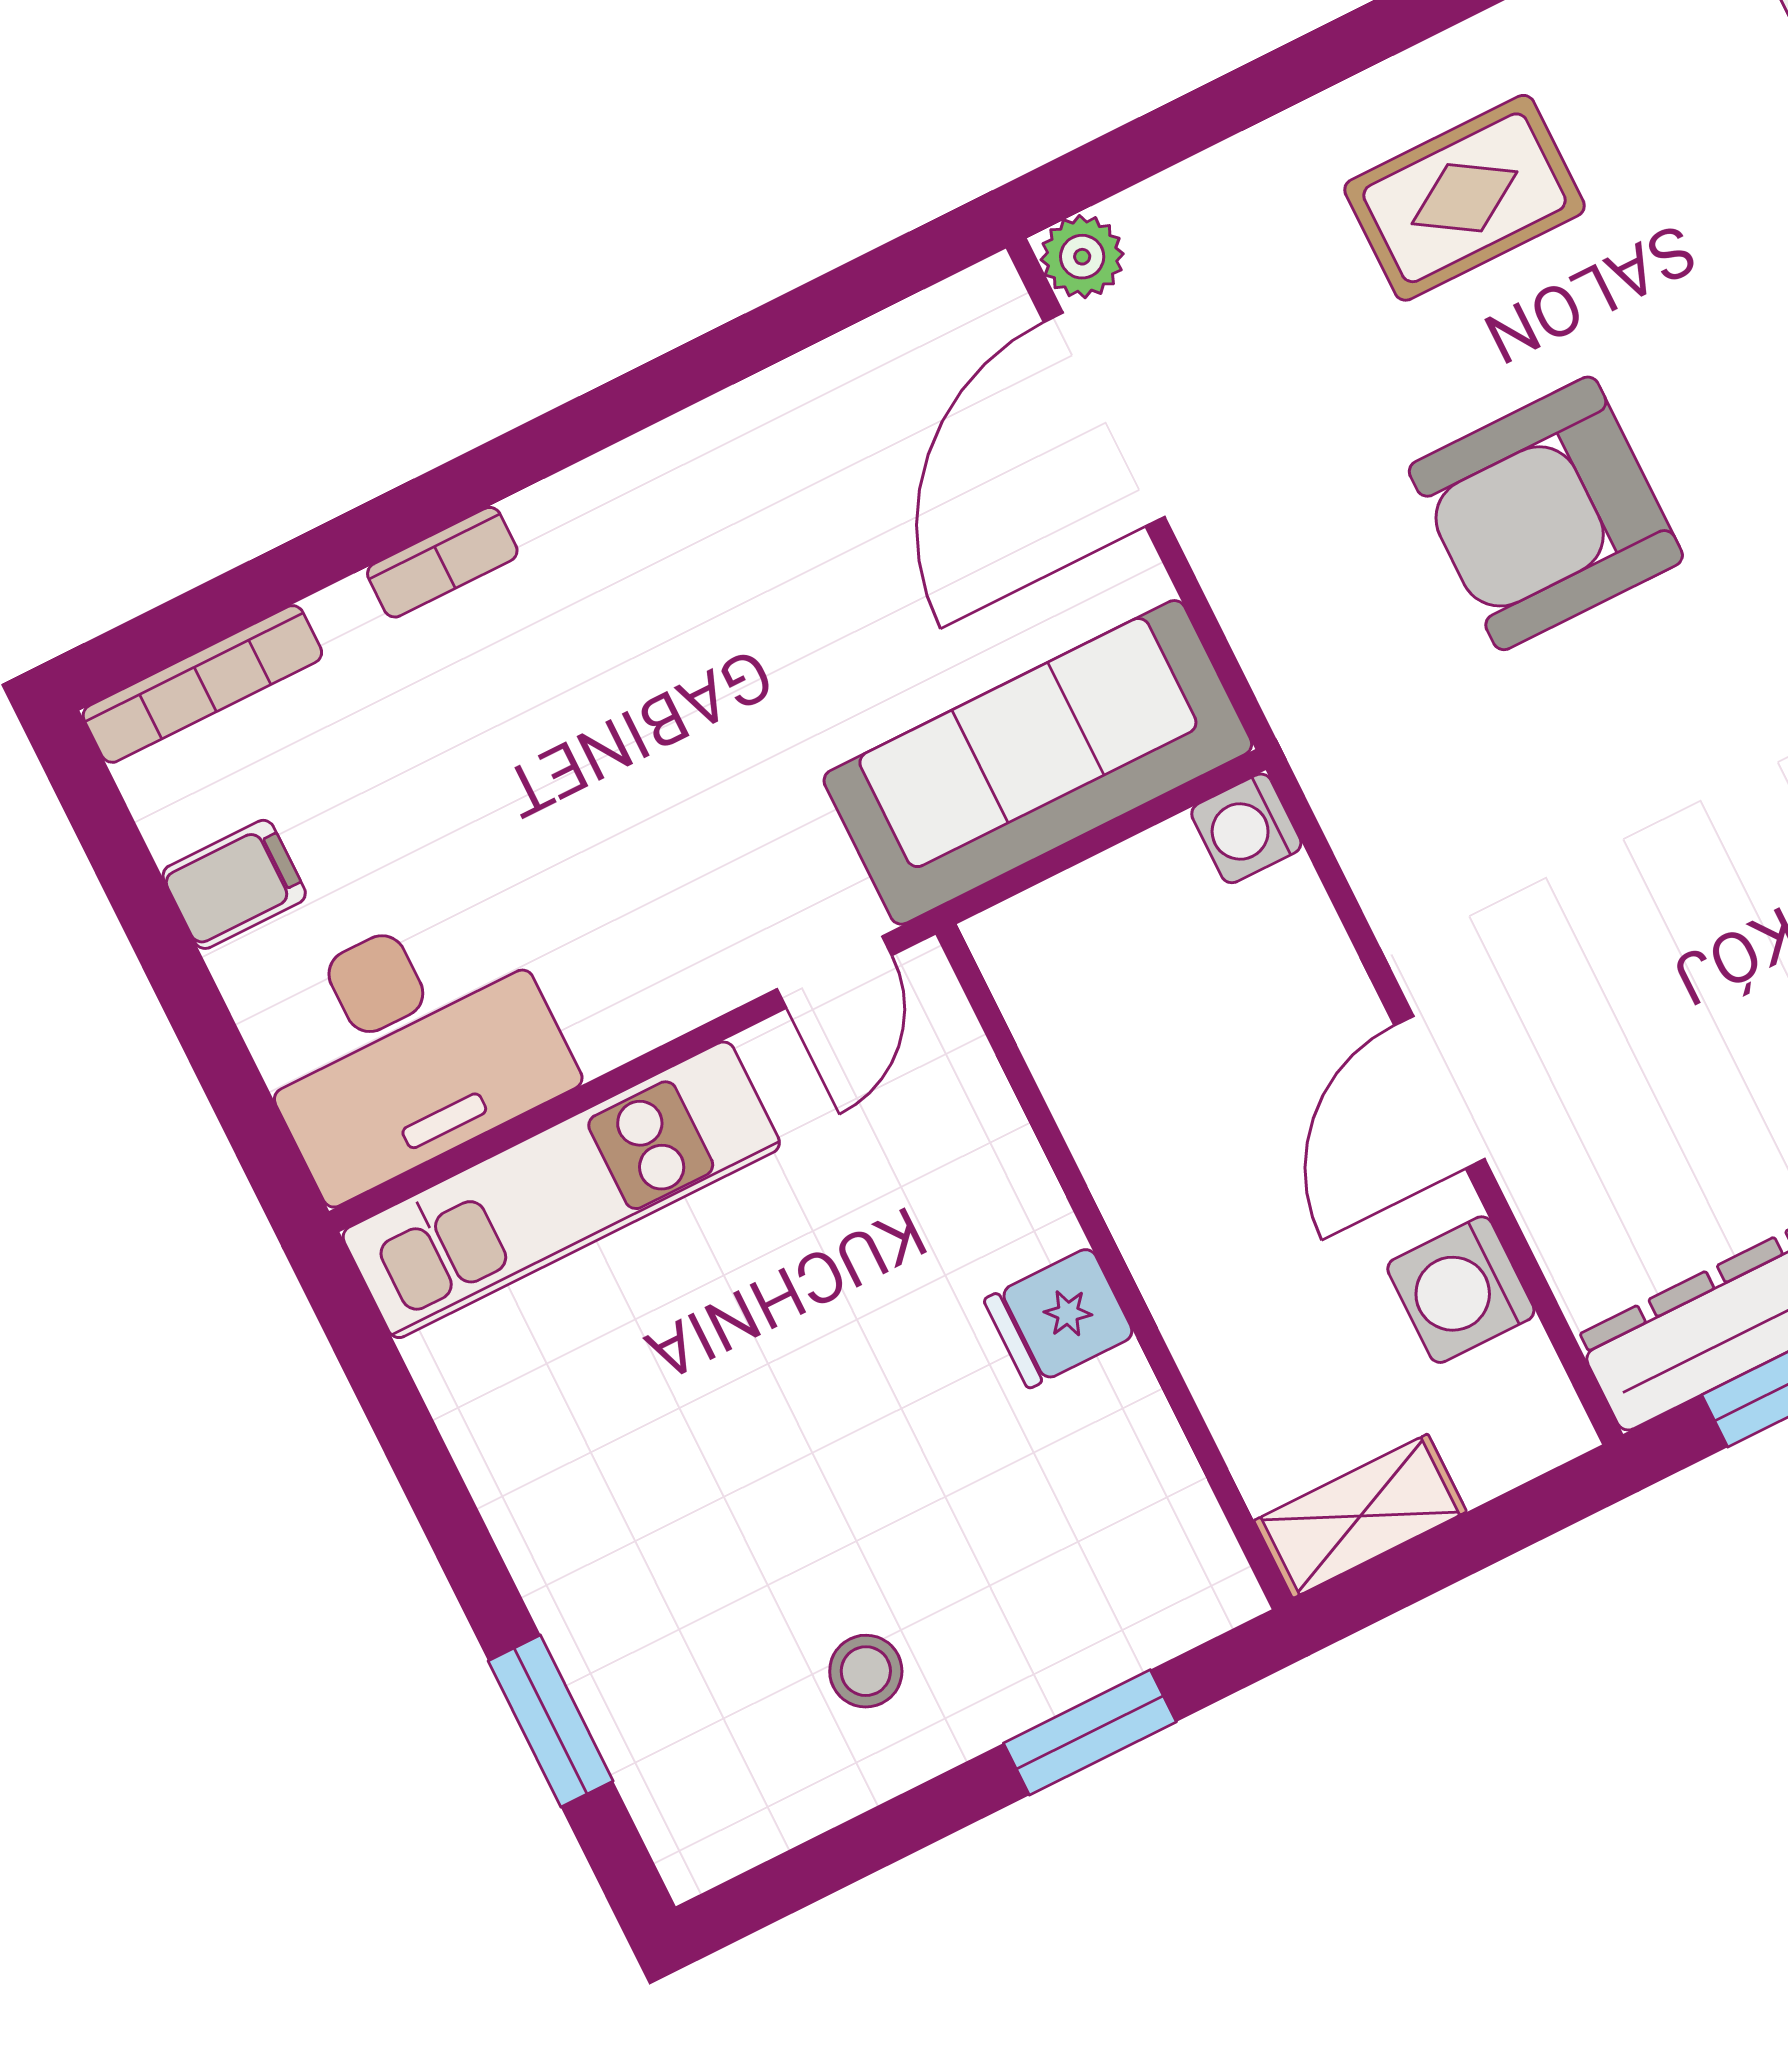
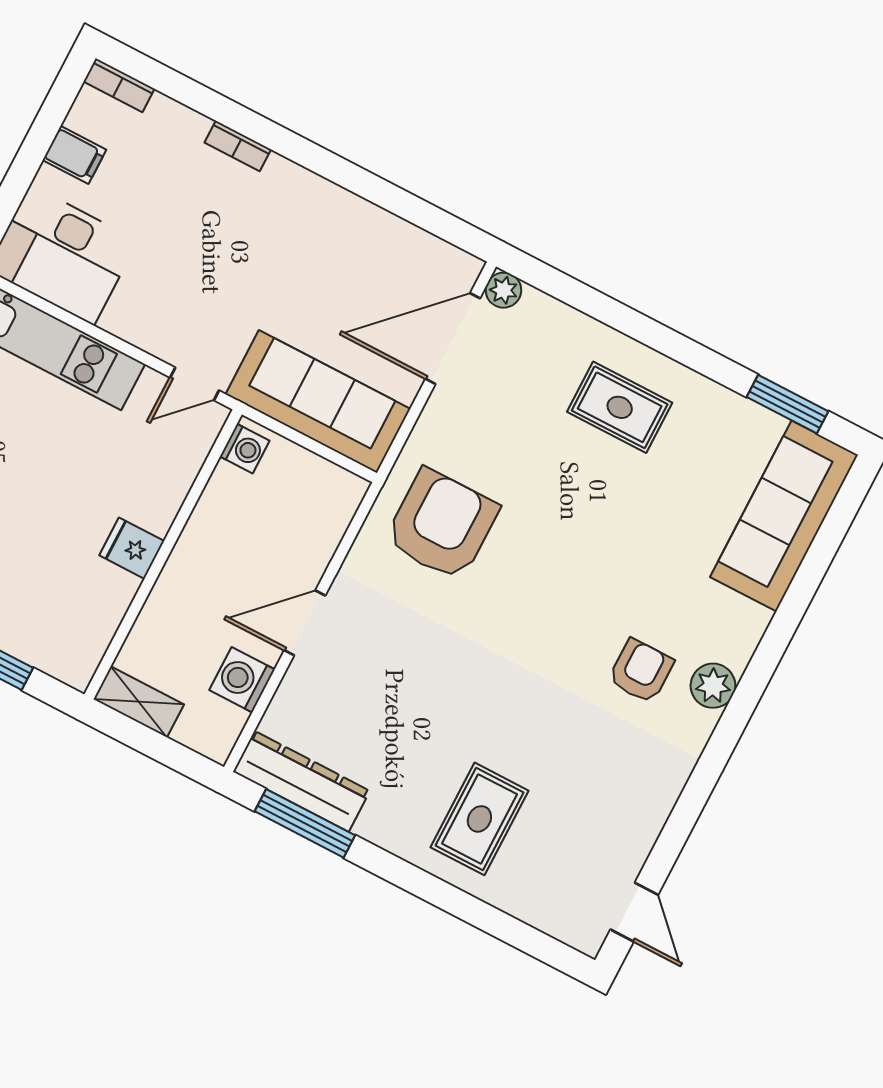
armchair: (1546, 513) -> (442, 525), moved, turned 90
bookcase: (202, 684) -> (119, 85), width x0.64
washing machine: (1246, 828) -> (245, 449), moved, turned 180

